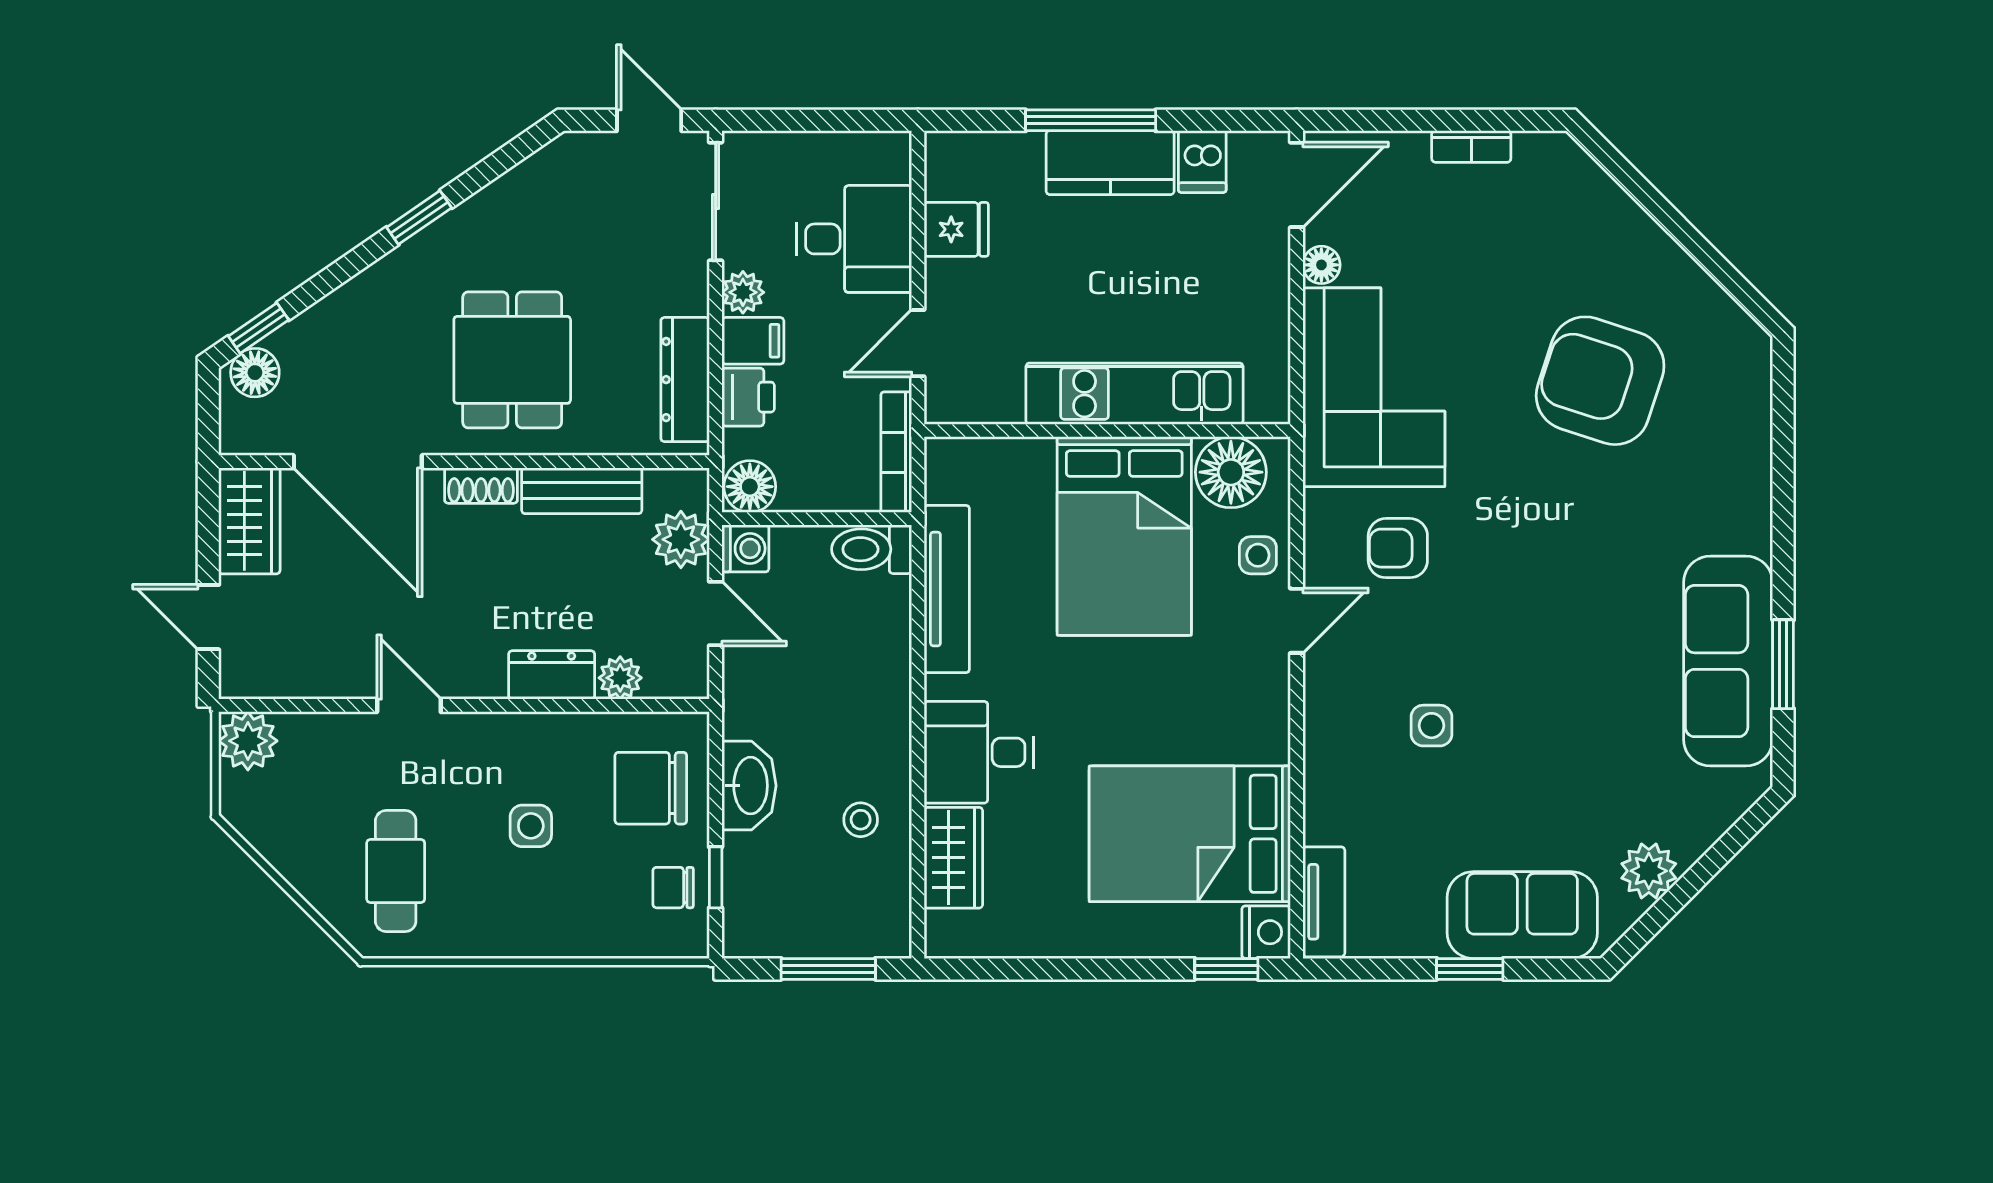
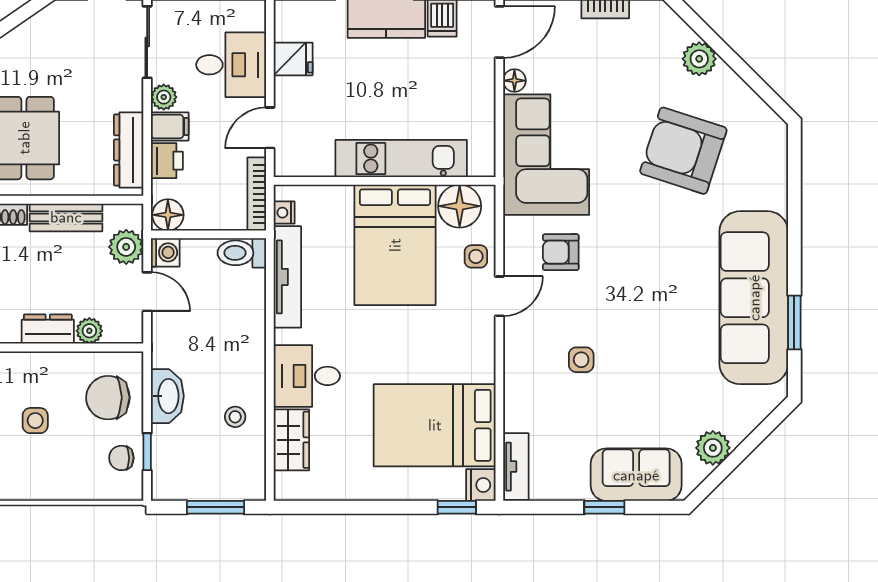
plant: (1626, 229) -> (699, 59), added
nightstand: (941, 483) -> (284, 213), added
sofa: (1728, 661) -> (754, 298), width x1.36, depth x1.27

